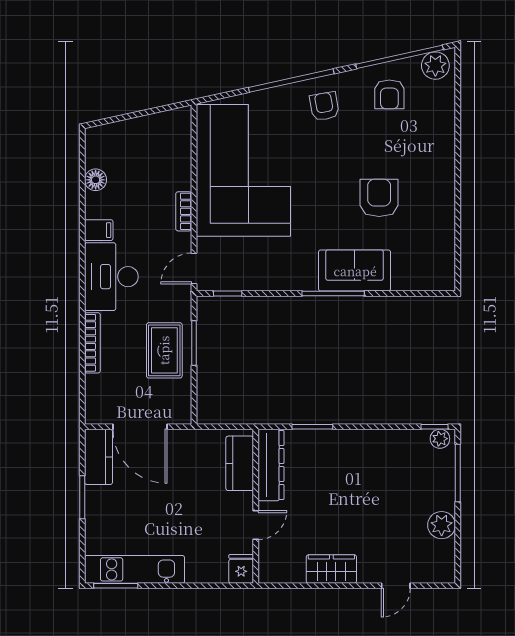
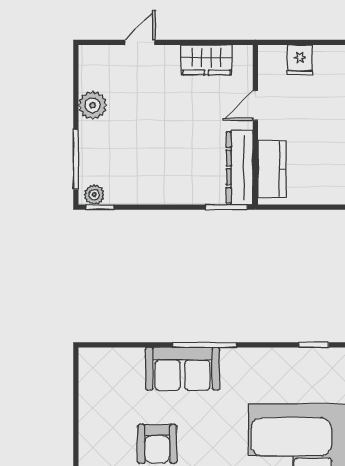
kitchen counter: (240, 463) -> (272, 169), moved
dresser: (271, 465) -> (240, 167), moved
wall: (256, 506) -> (255, 125), moved
door: (256, 525) -> (255, 105), moved

